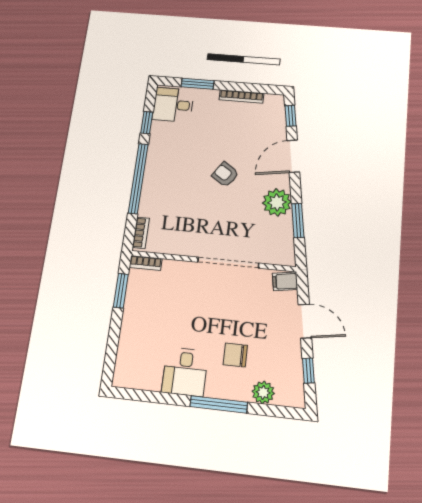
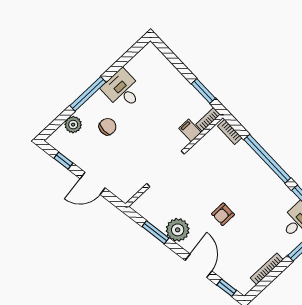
armchair: (225, 174) -> (223, 214), turned 146
filing cabinet: (285, 281) -> (190, 130), moved, turned -81

